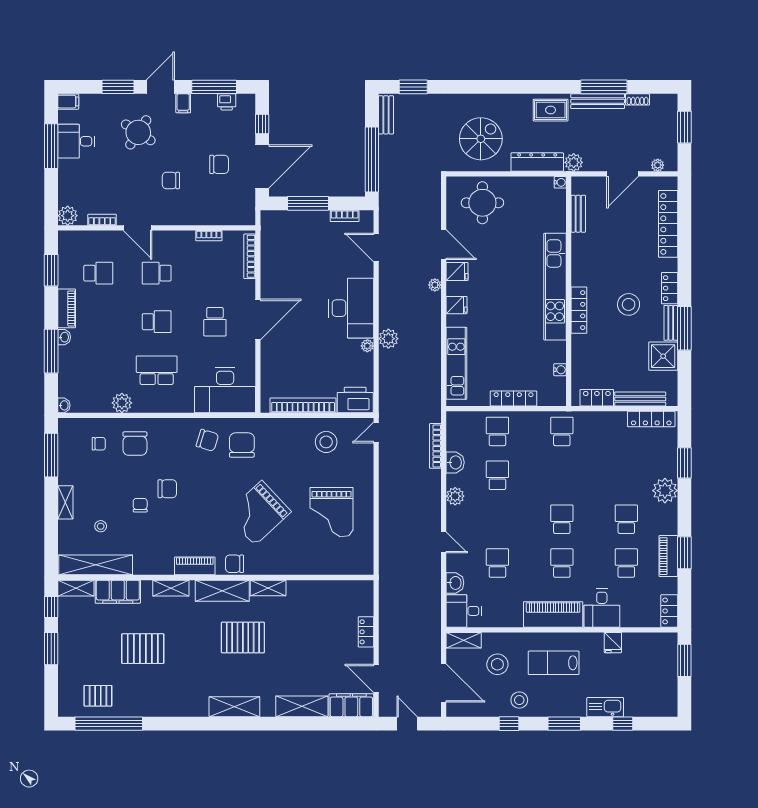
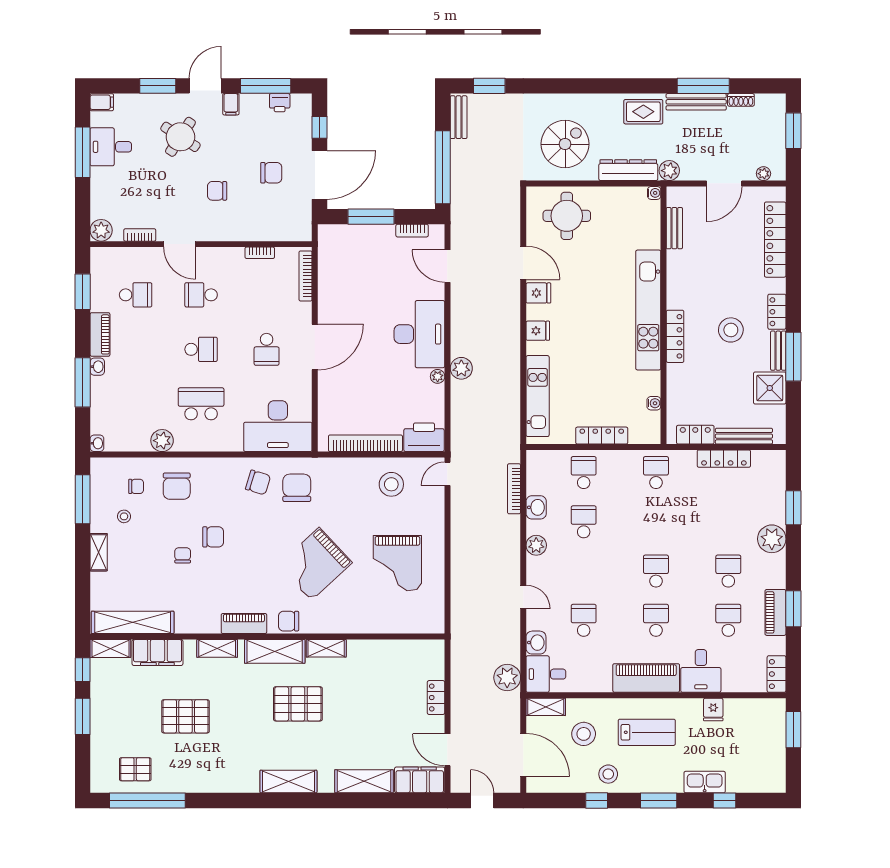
plant: (435, 285) -> (507, 678), moved, width x1.87, depth x1.87
locker: (651, 419) -> (724, 459), moved
stool: (101, 526) -> (124, 516), moved
lab bench: (554, 663) -> (647, 732), turned 180

